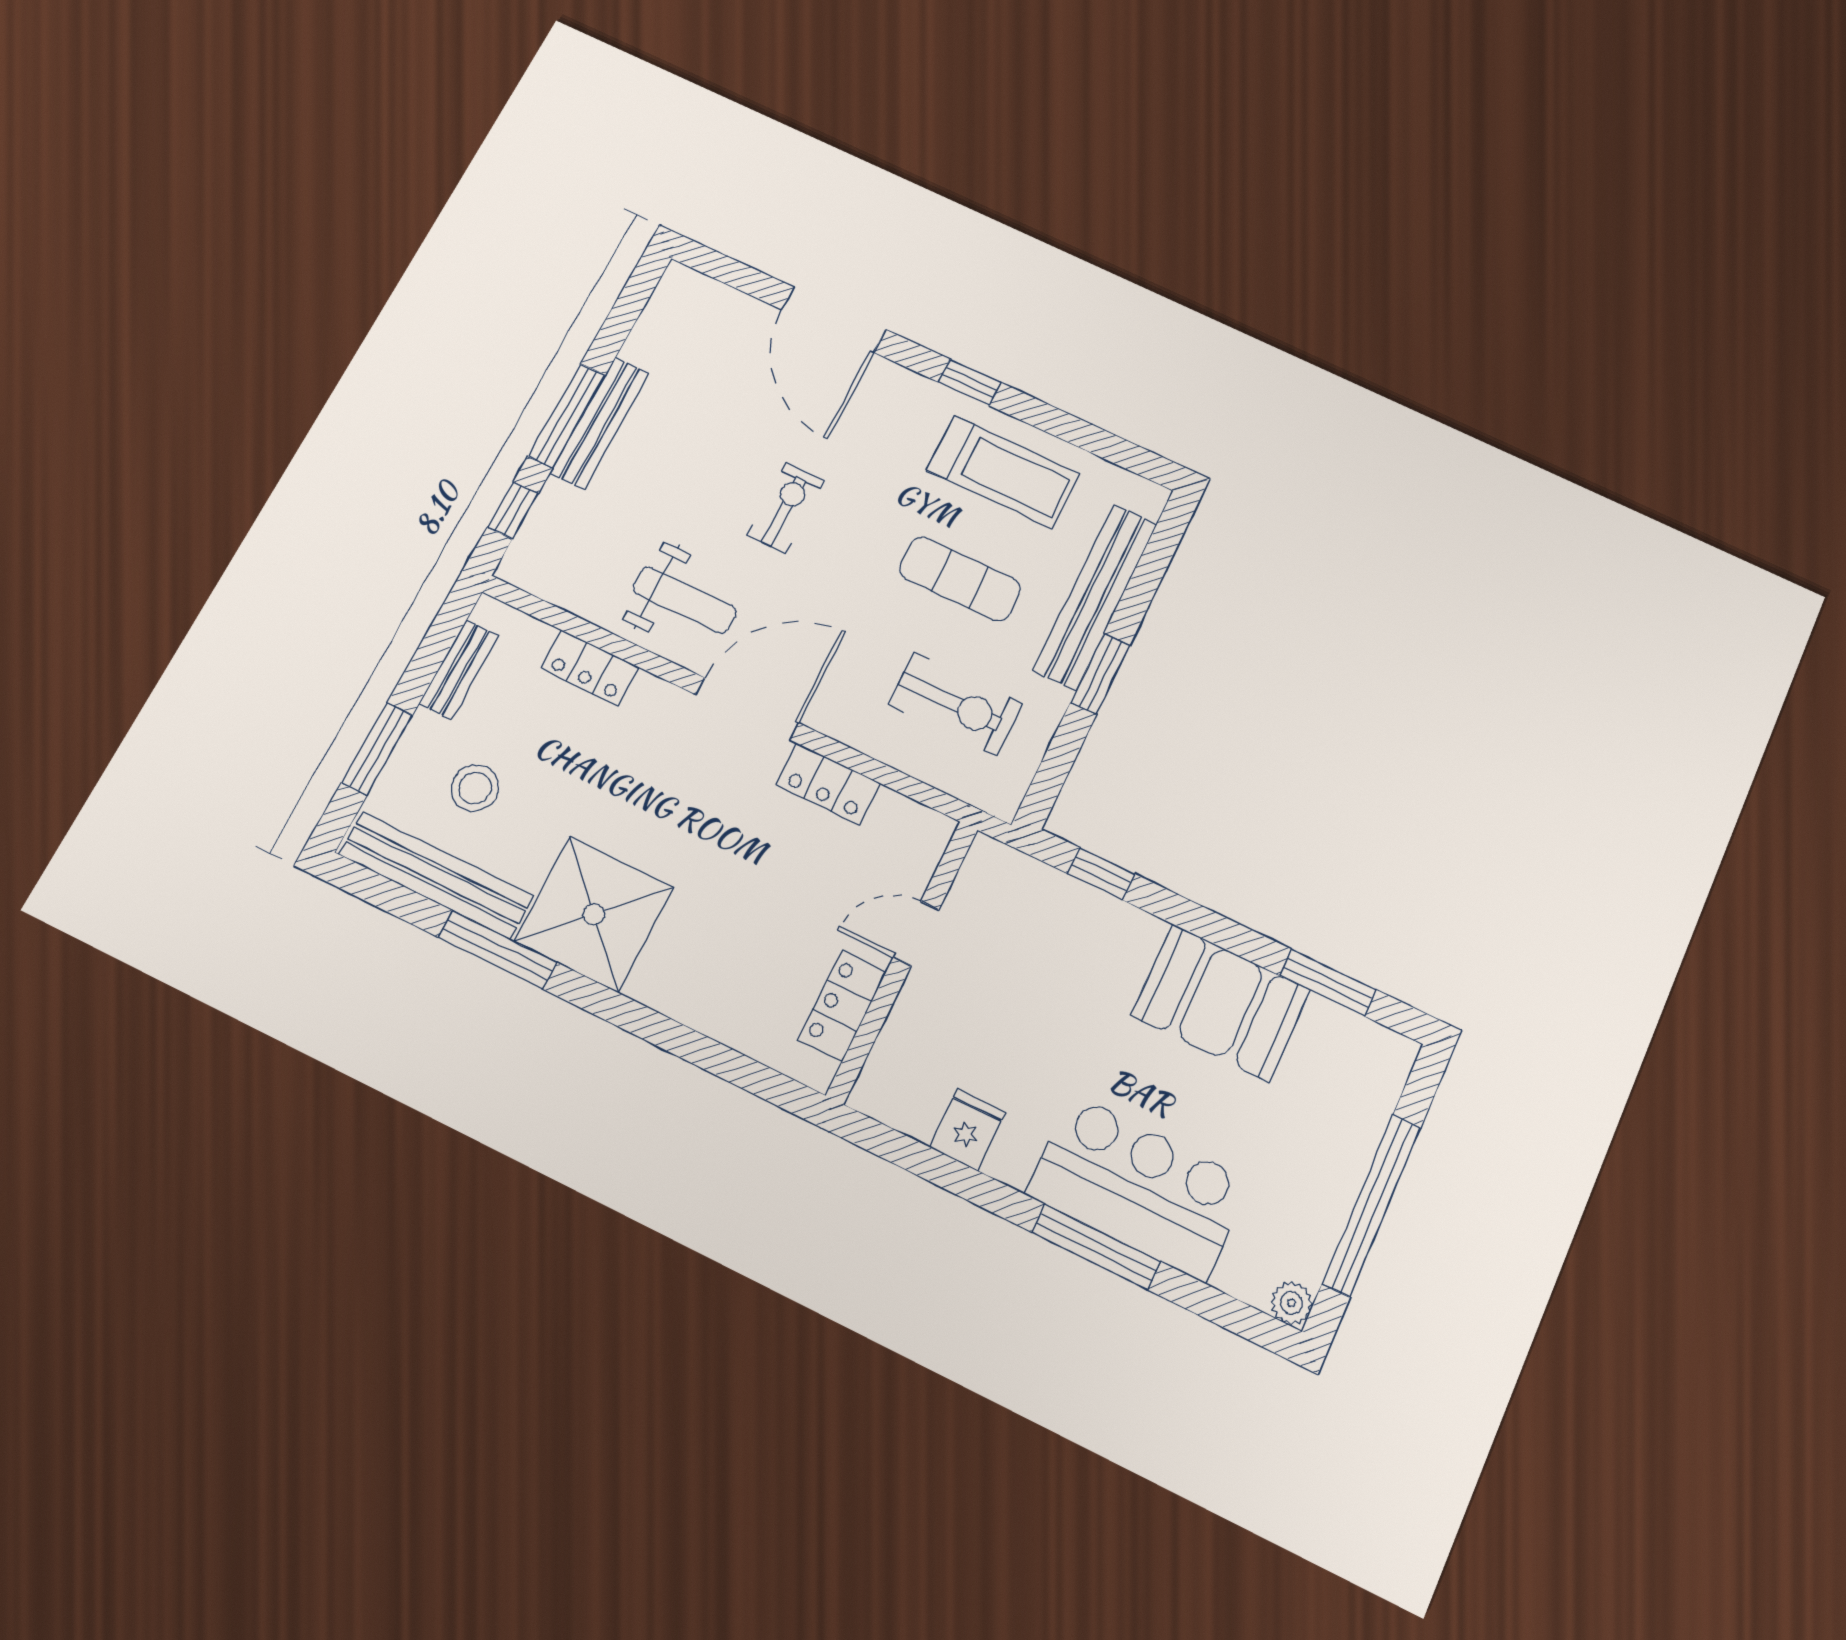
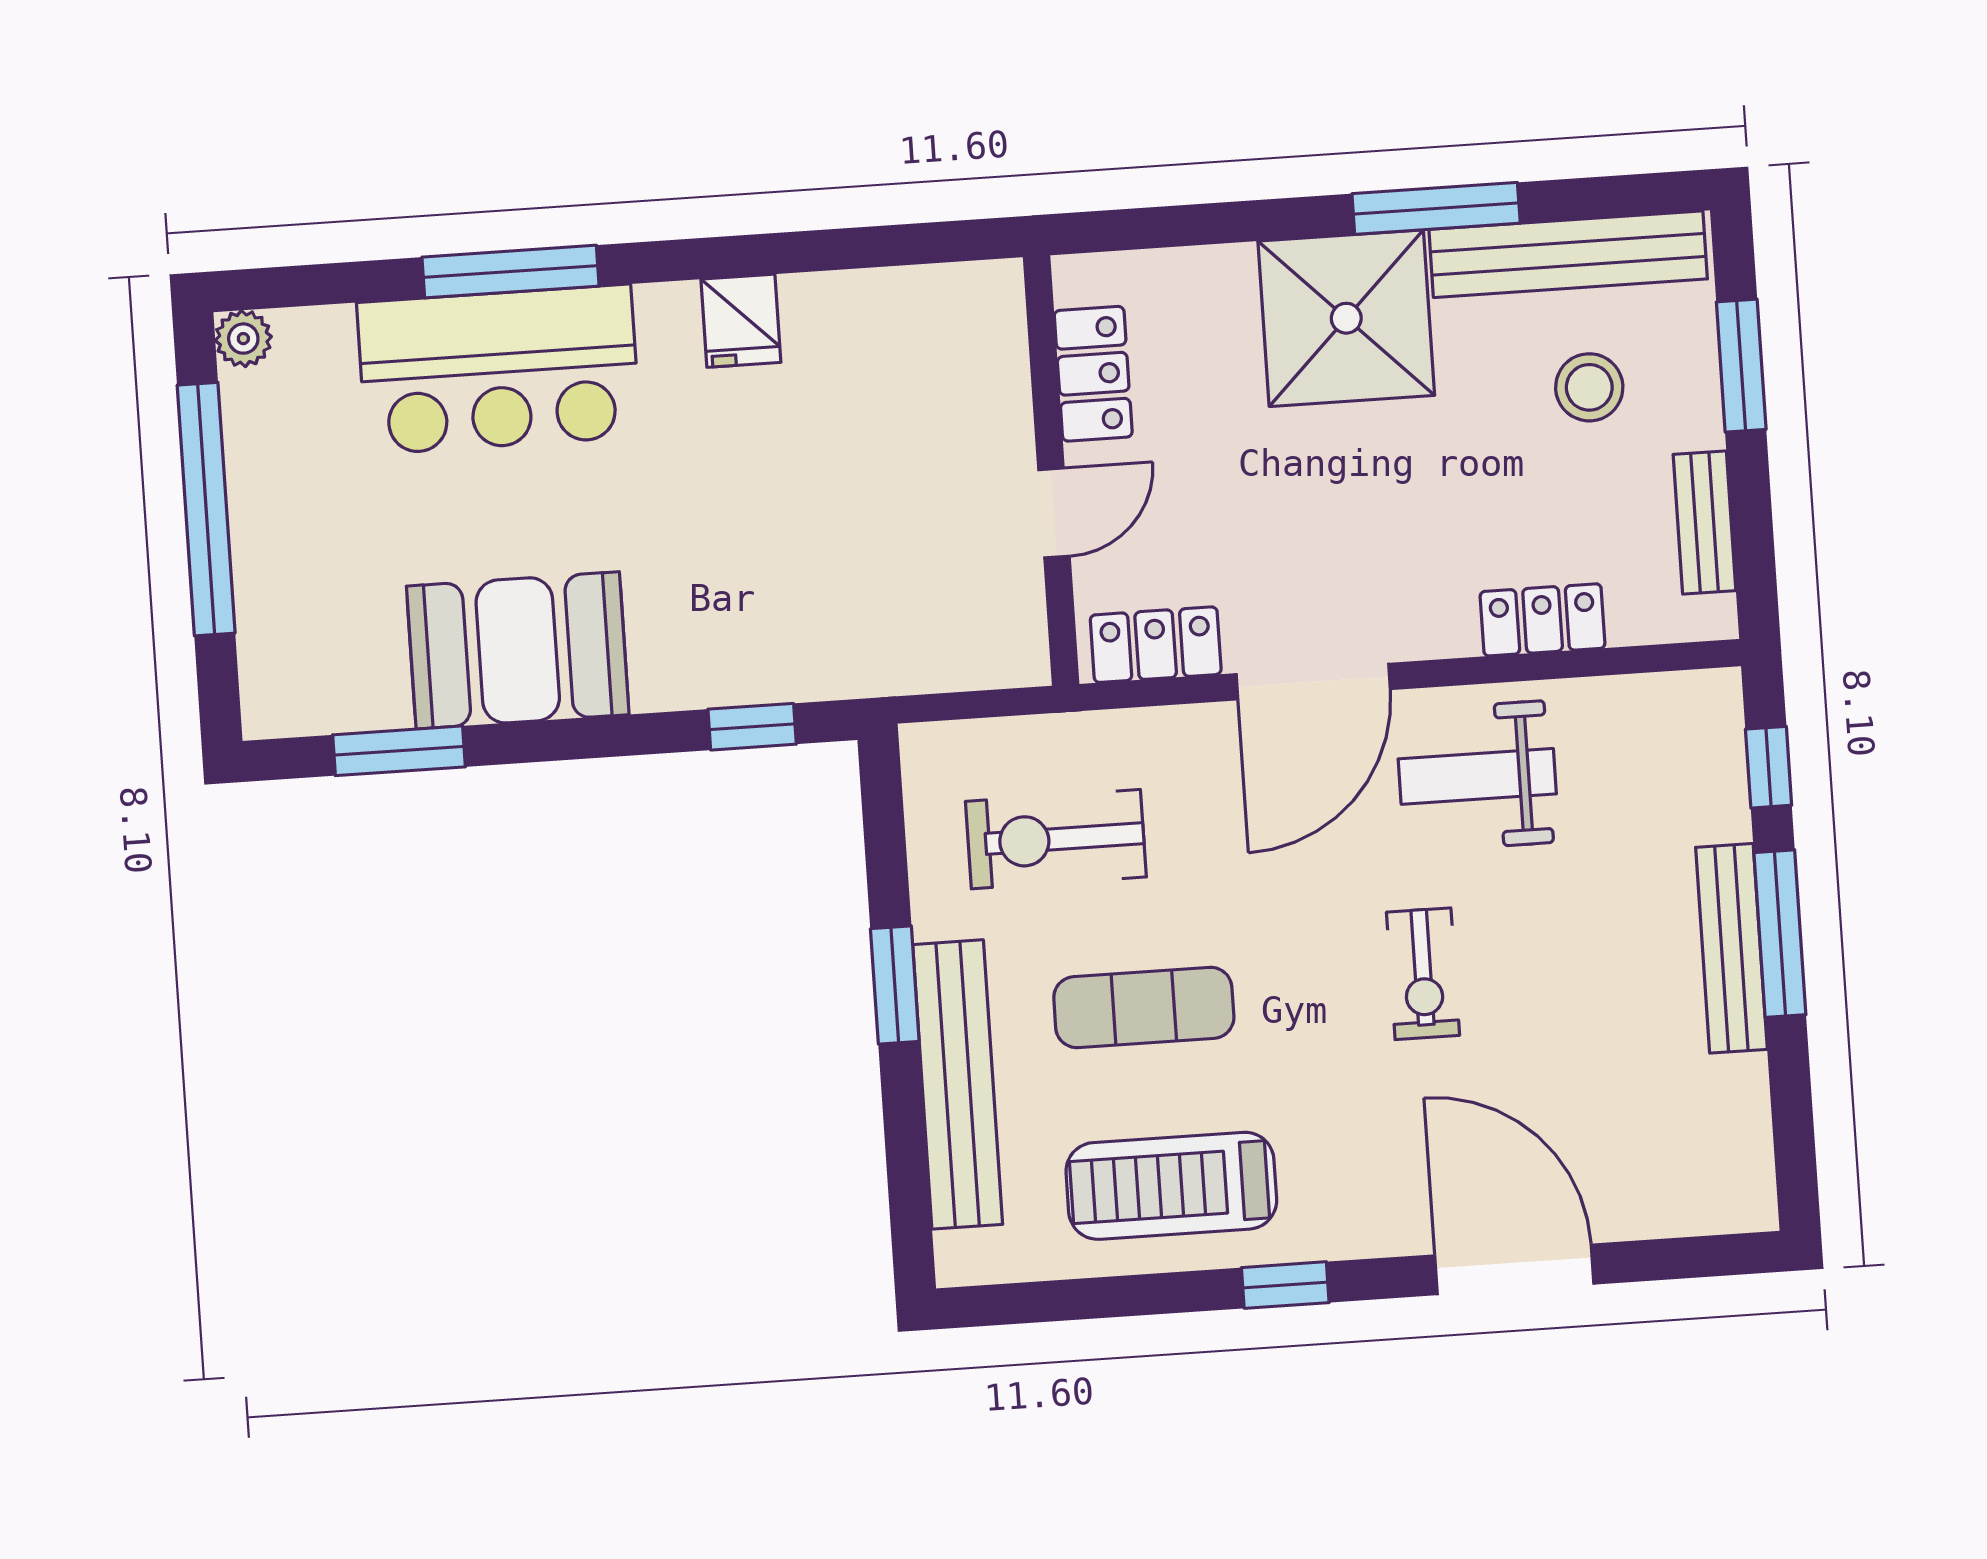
door: (916, 934) -> (1054, 513), moved
wall: (903, 961) -> (1051, 471), moved
locker: (842, 1006) -> (1093, 374), moved

